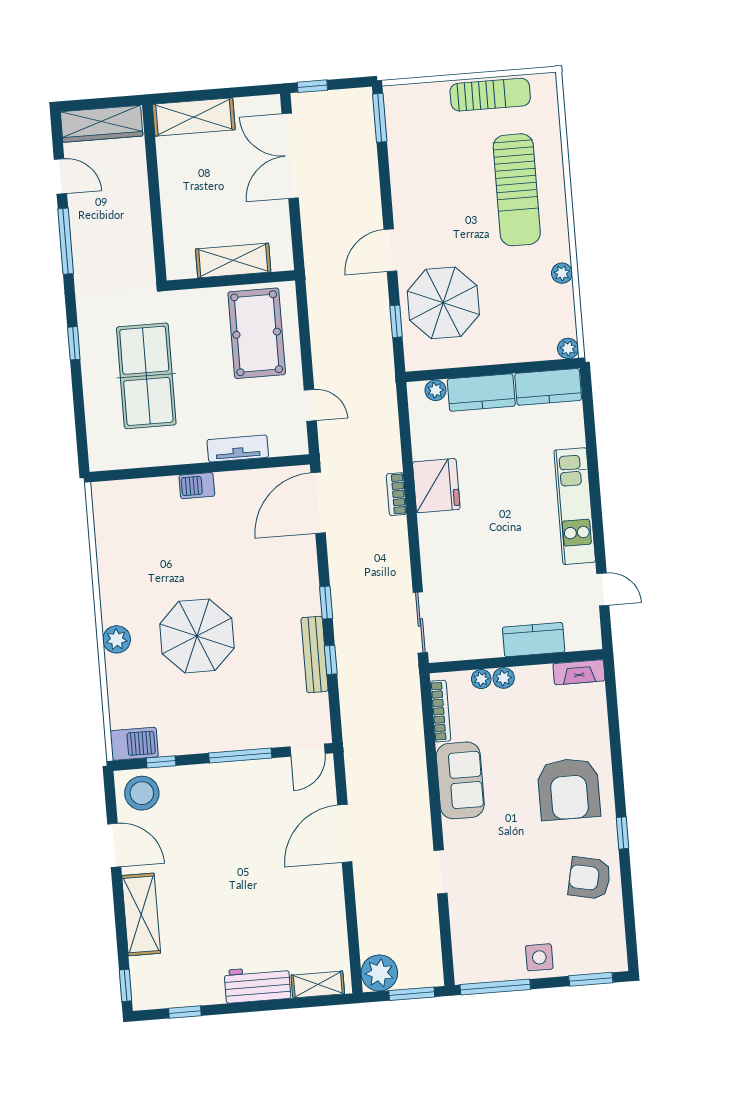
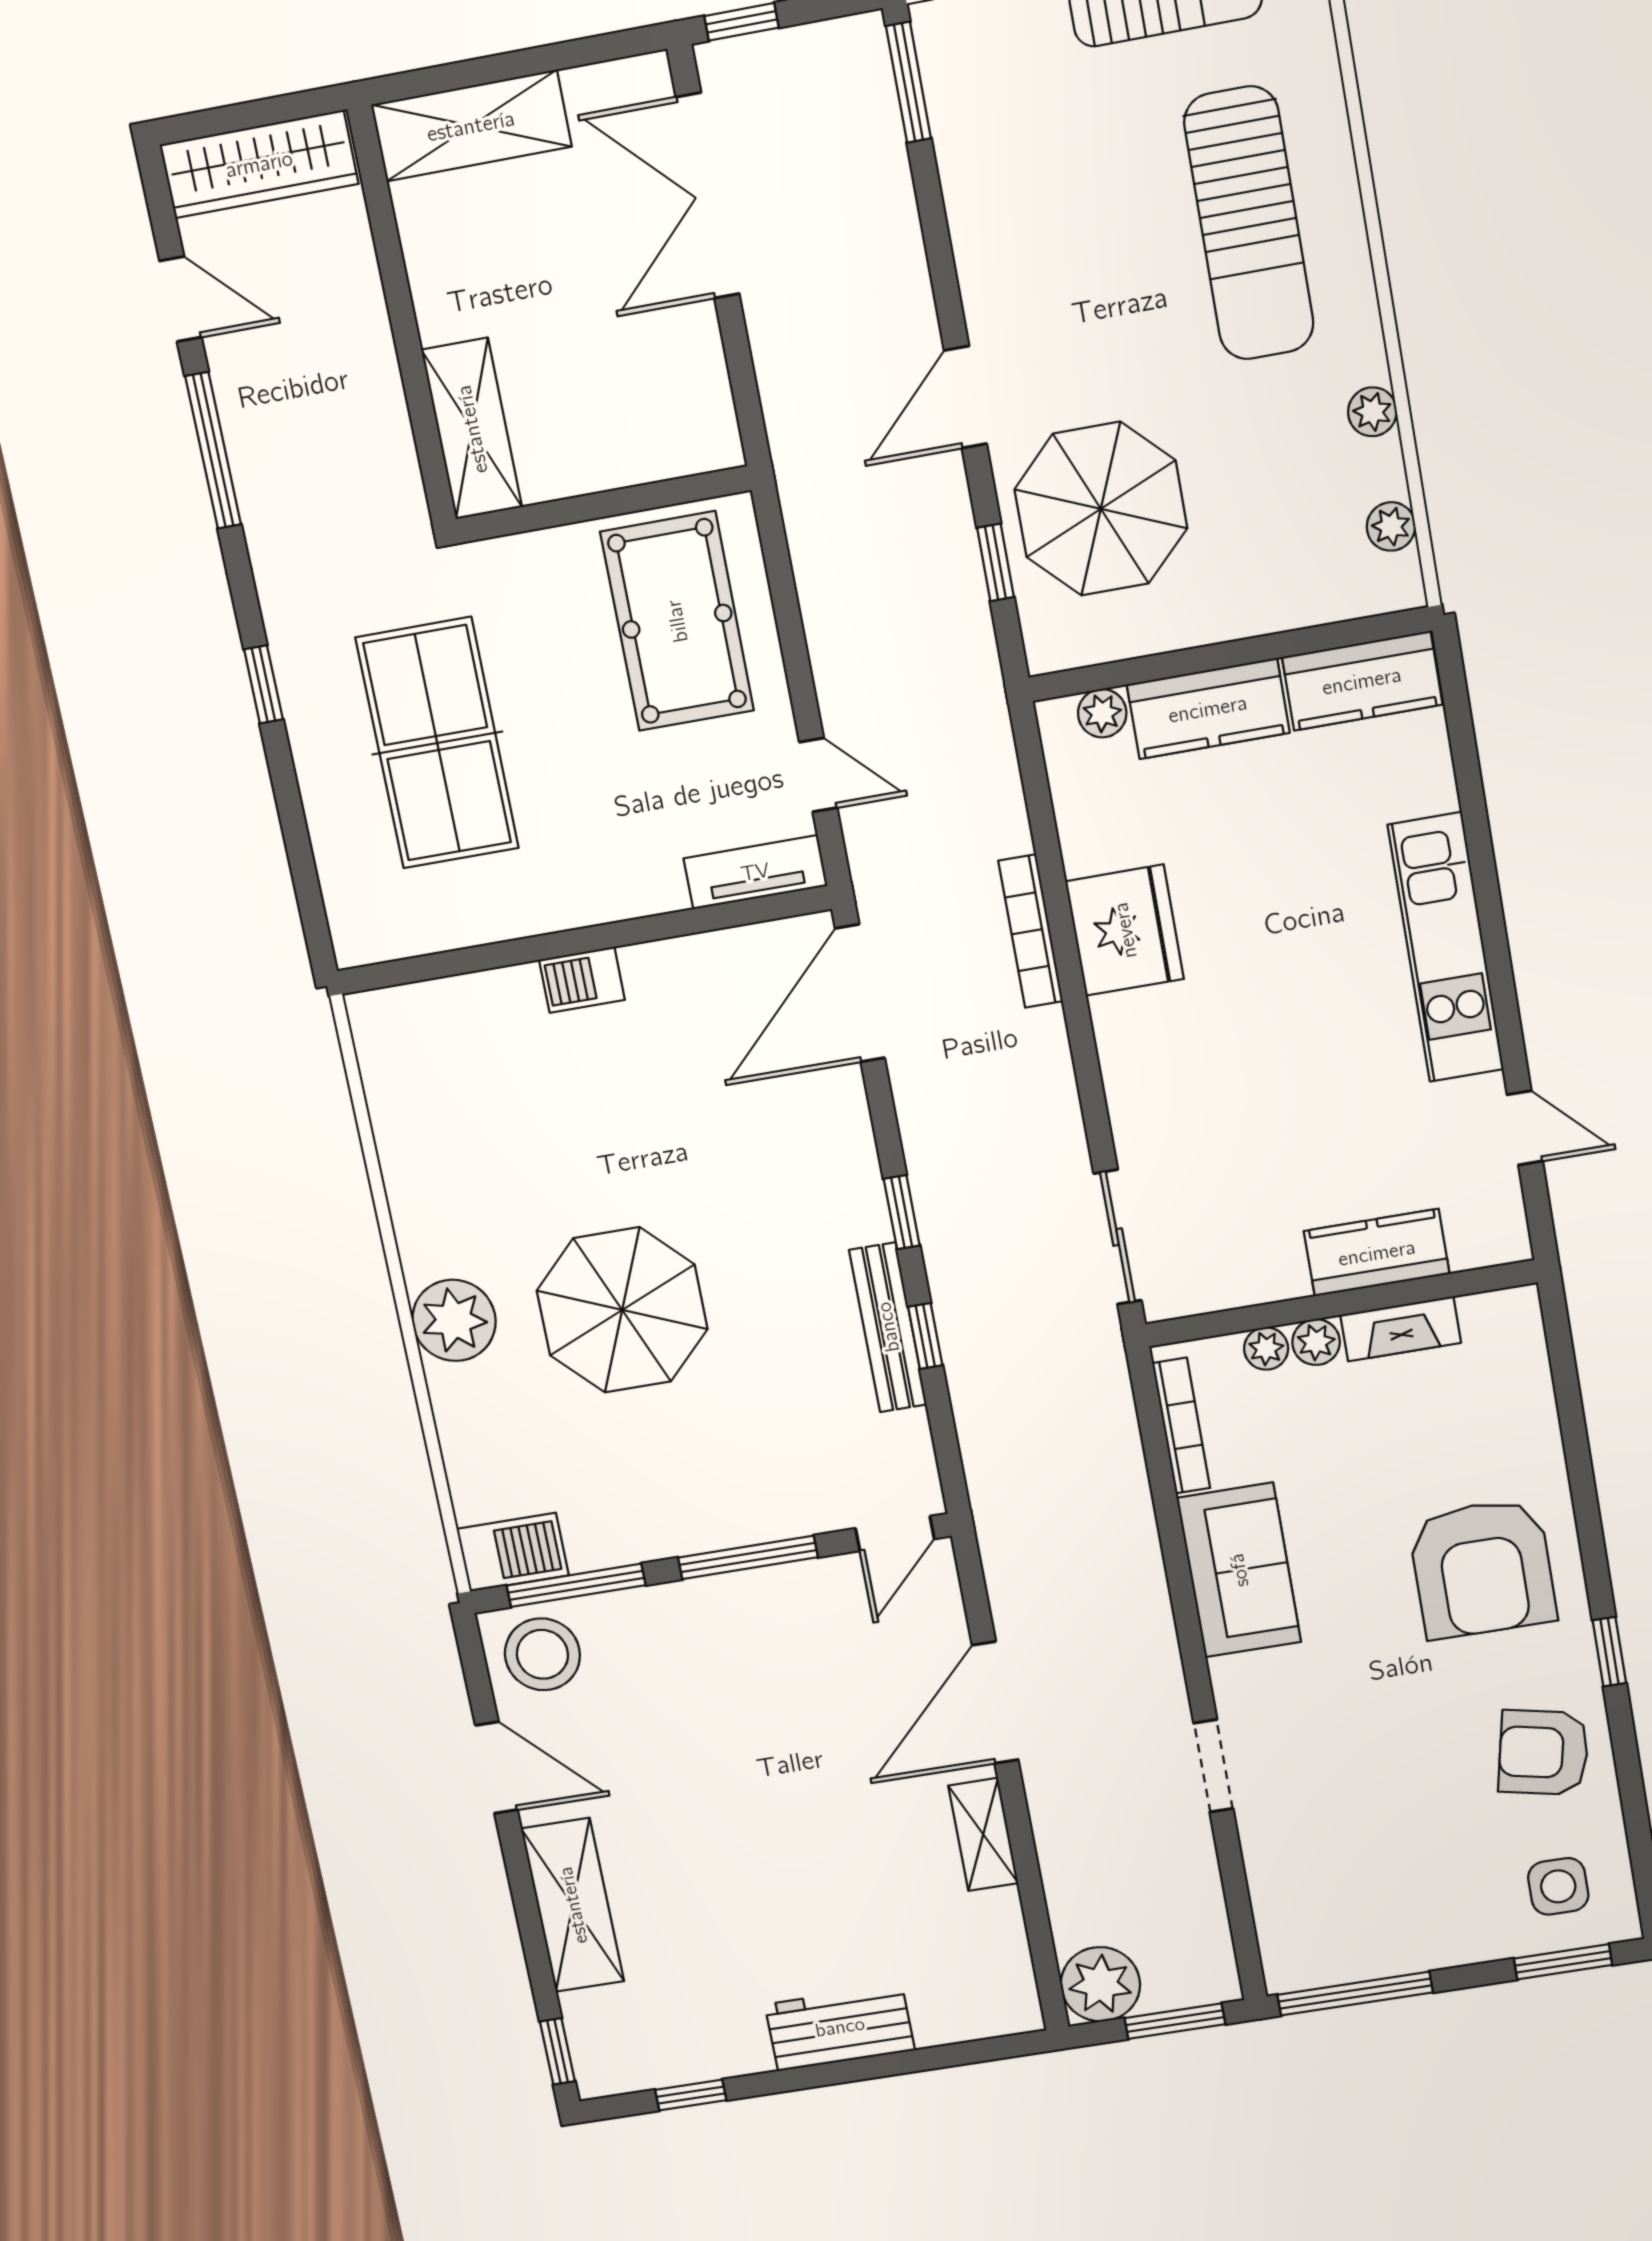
shelving: (233, 260) -> (472, 429), moved, turned 90
plant: (568, 348) -> (1391, 526), moved
tv unit: (238, 448) -> (755, 872), moved
bookcase: (396, 494) -> (1031, 931), width x1.56
plant: (117, 639) -> (454, 1320), width x1.36, depth x1.36
fireplace: (579, 672) -> (1401, 1329), moved
window: (161, 762) -> (576, 1585), width x2.17
side table: (539, 957) -> (1558, 1886), moved
shelving: (318, 984) -> (983, 1834), moved, turned 90

